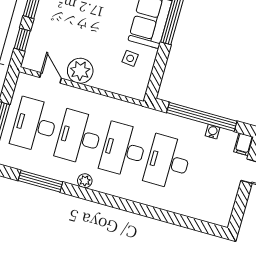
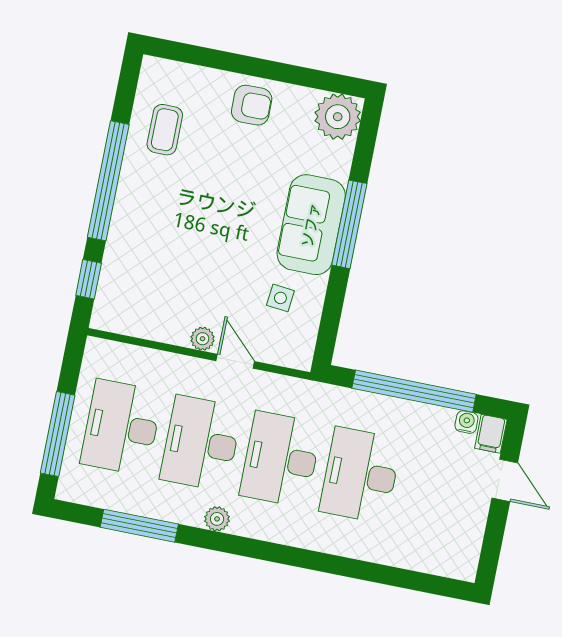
plant: (80, 71) -> (203, 339), width x0.53, depth x0.53
door: (51, 78) -> (235, 361), moved
water cooler: (213, 132) -> (466, 422), moved

